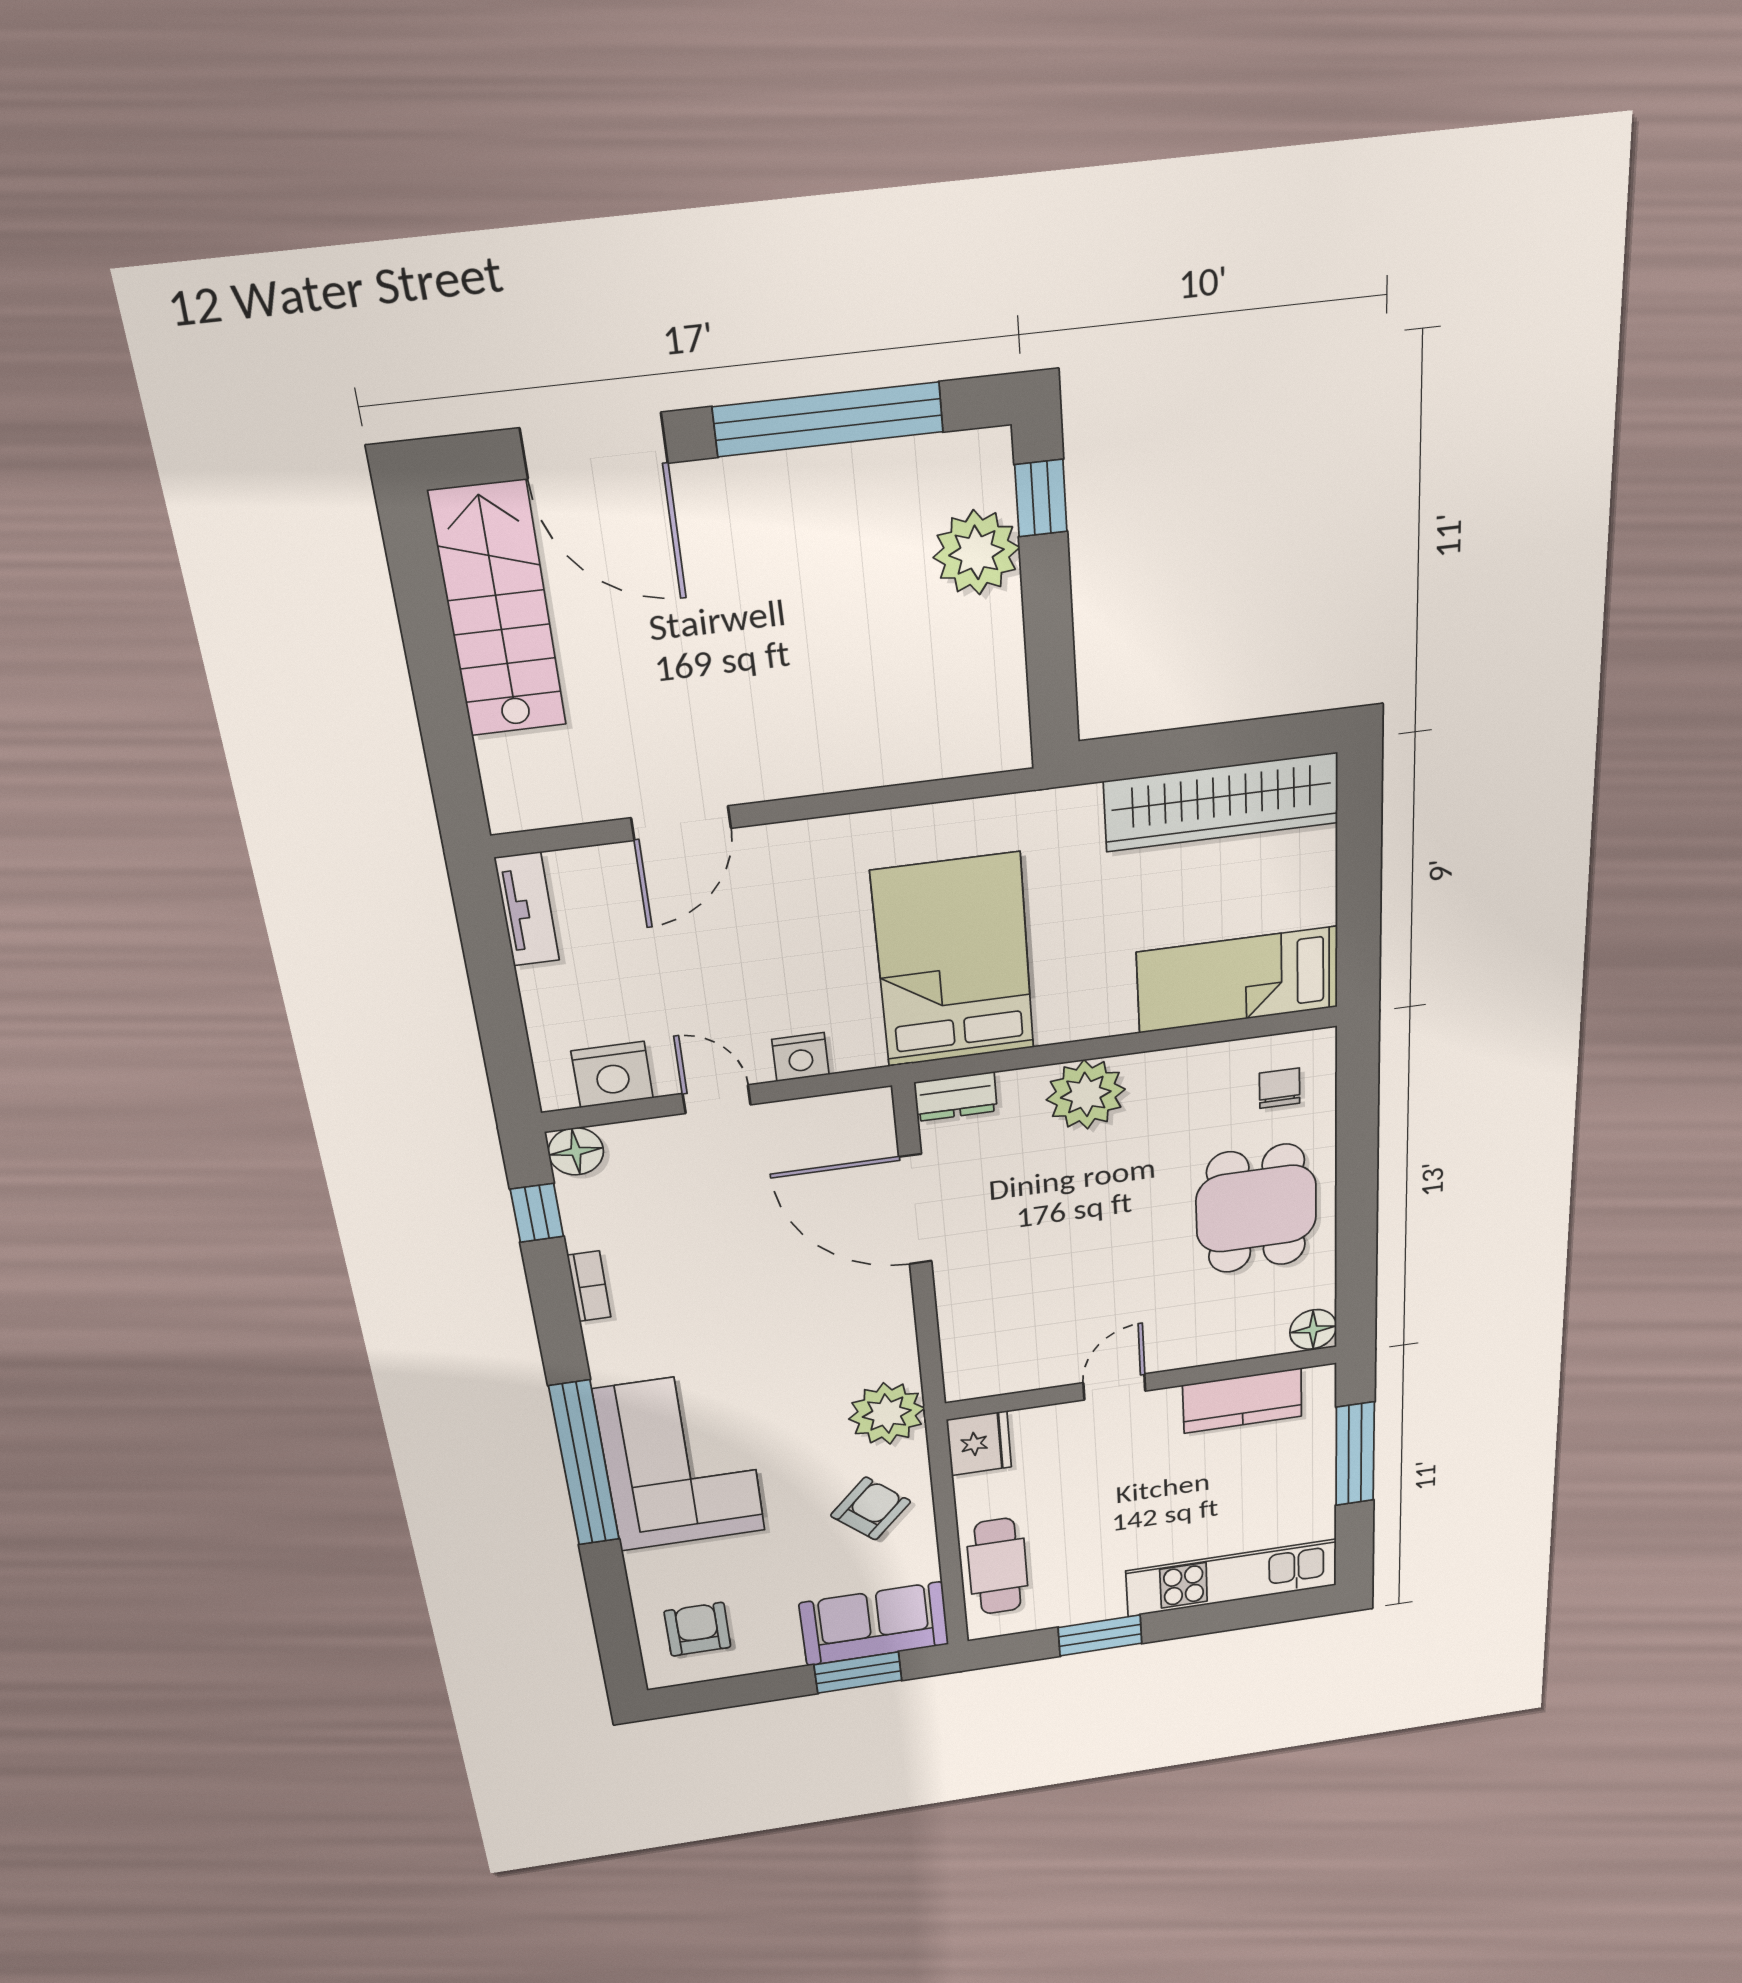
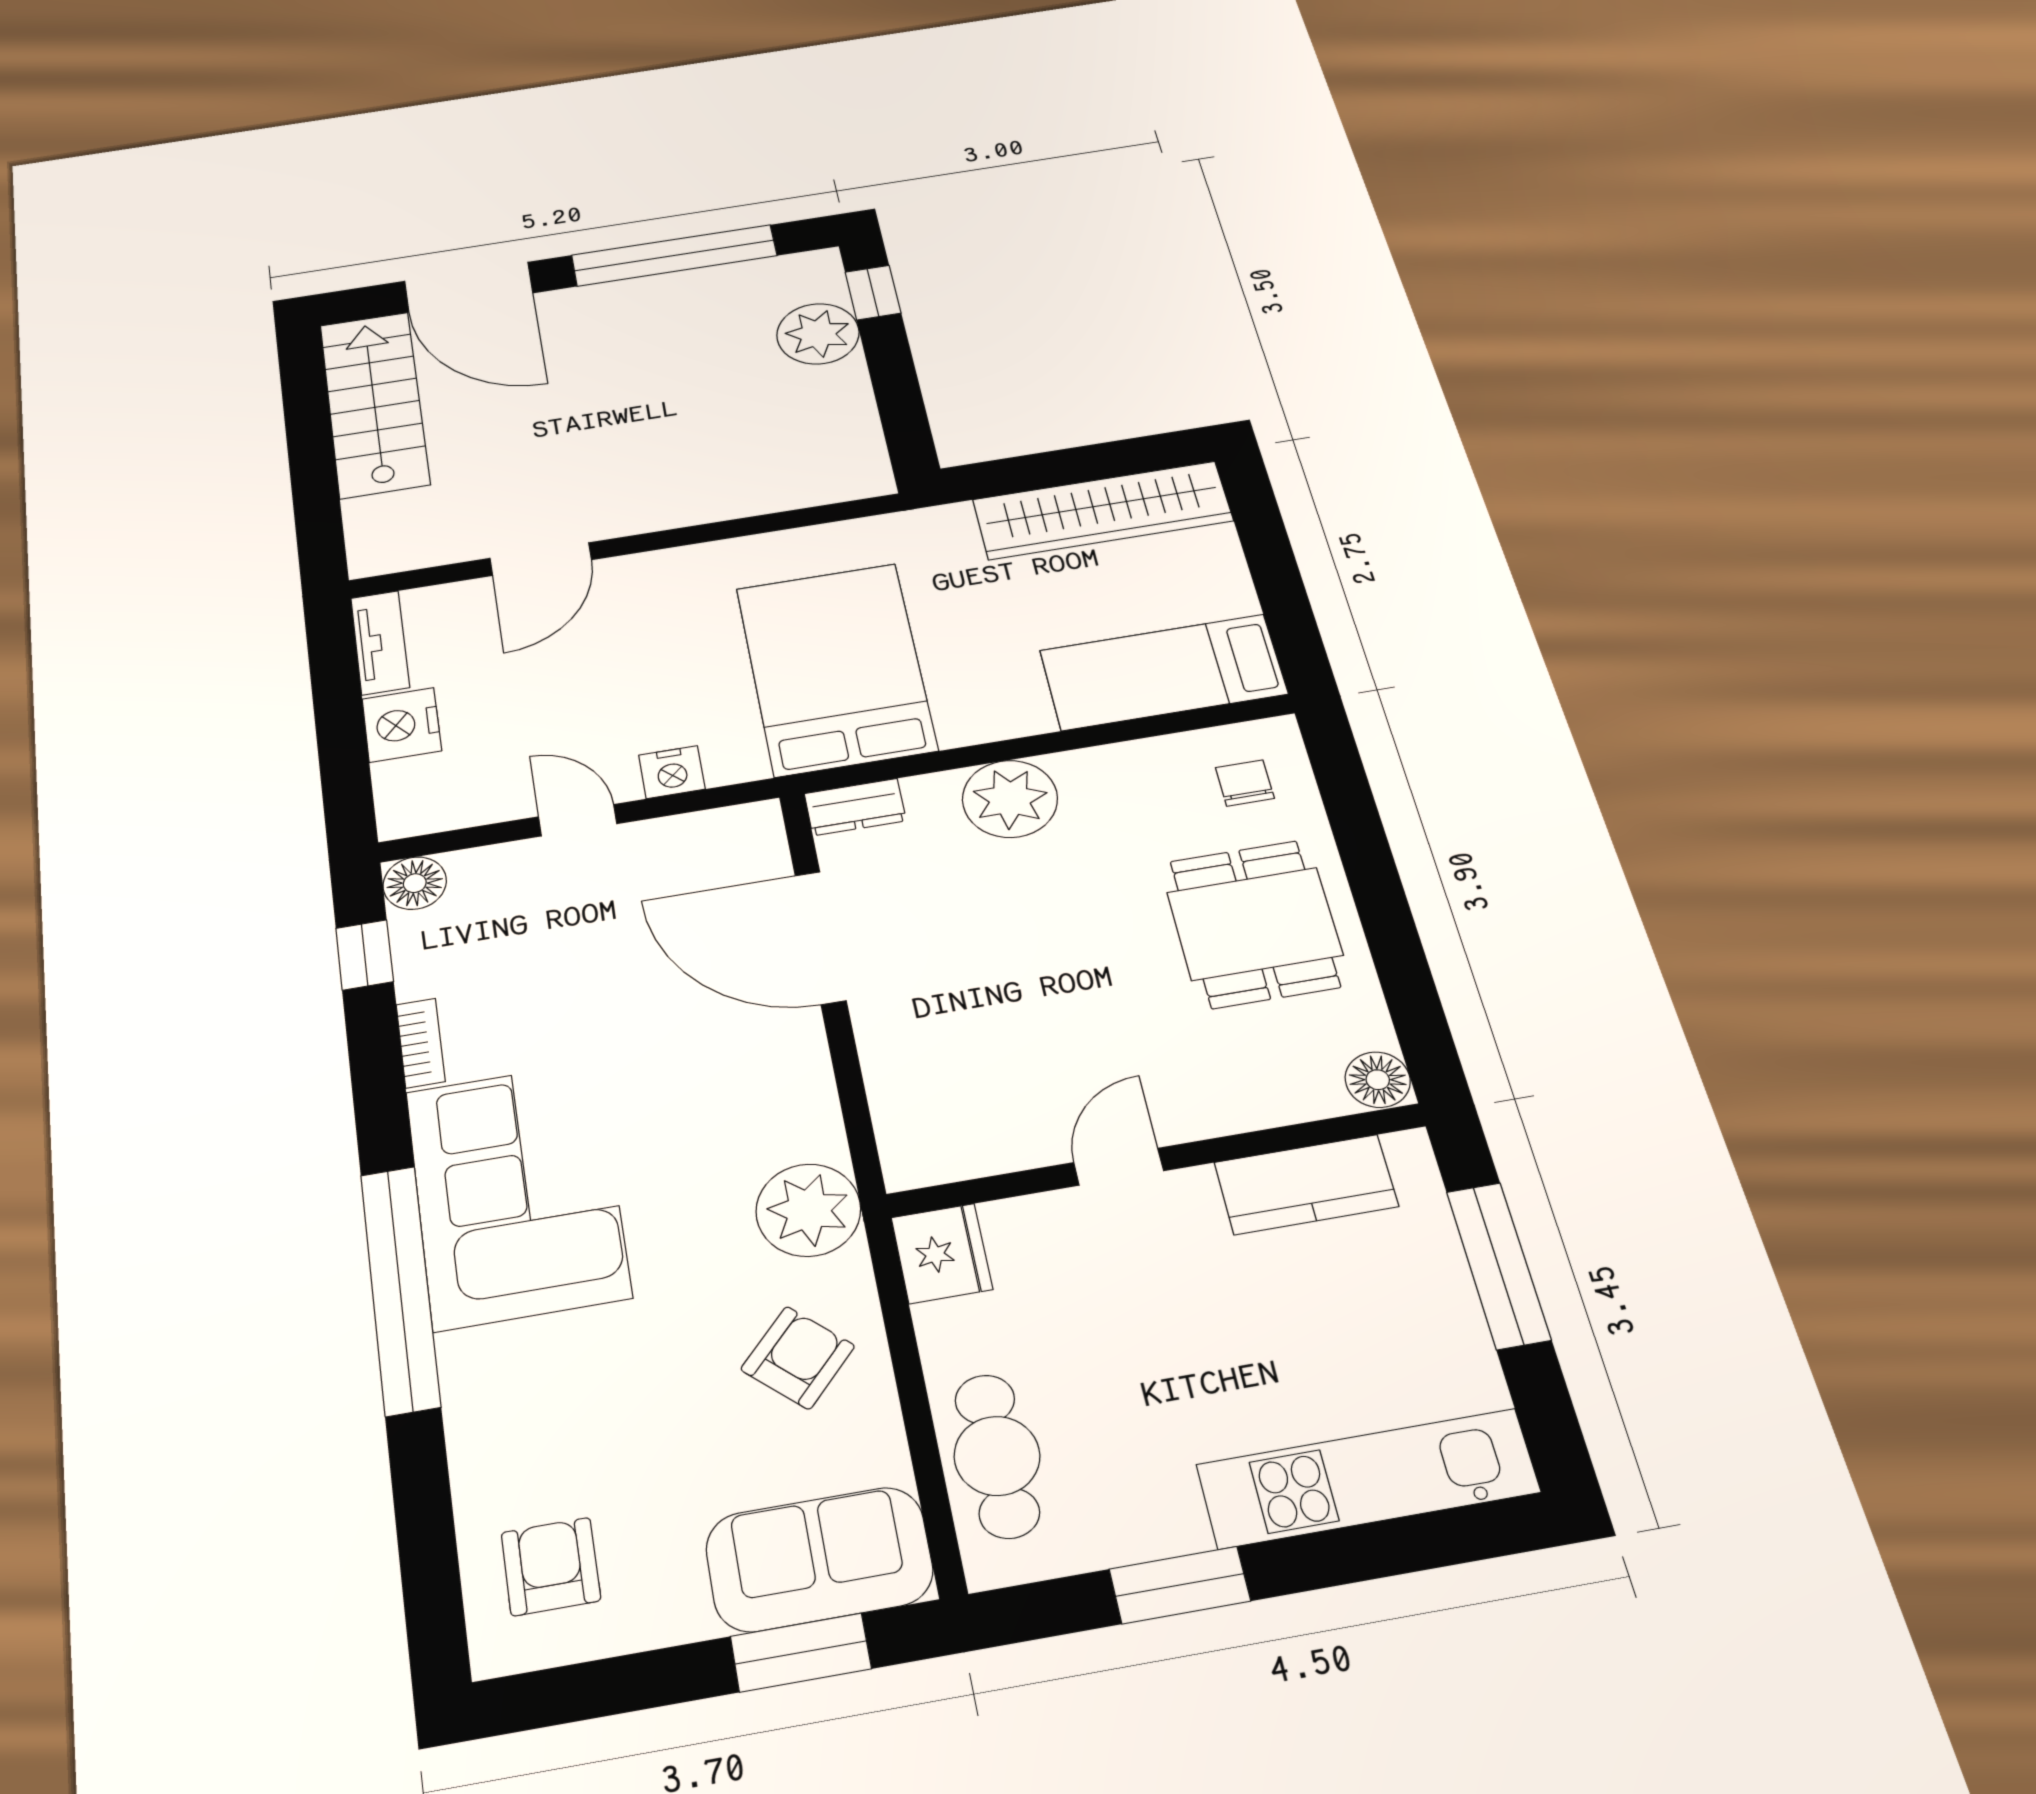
nightstand: (612, 1075) -> (402, 725), moved, turned 90
corner sofa: (680, 1461) -> (517, 1193), moved

